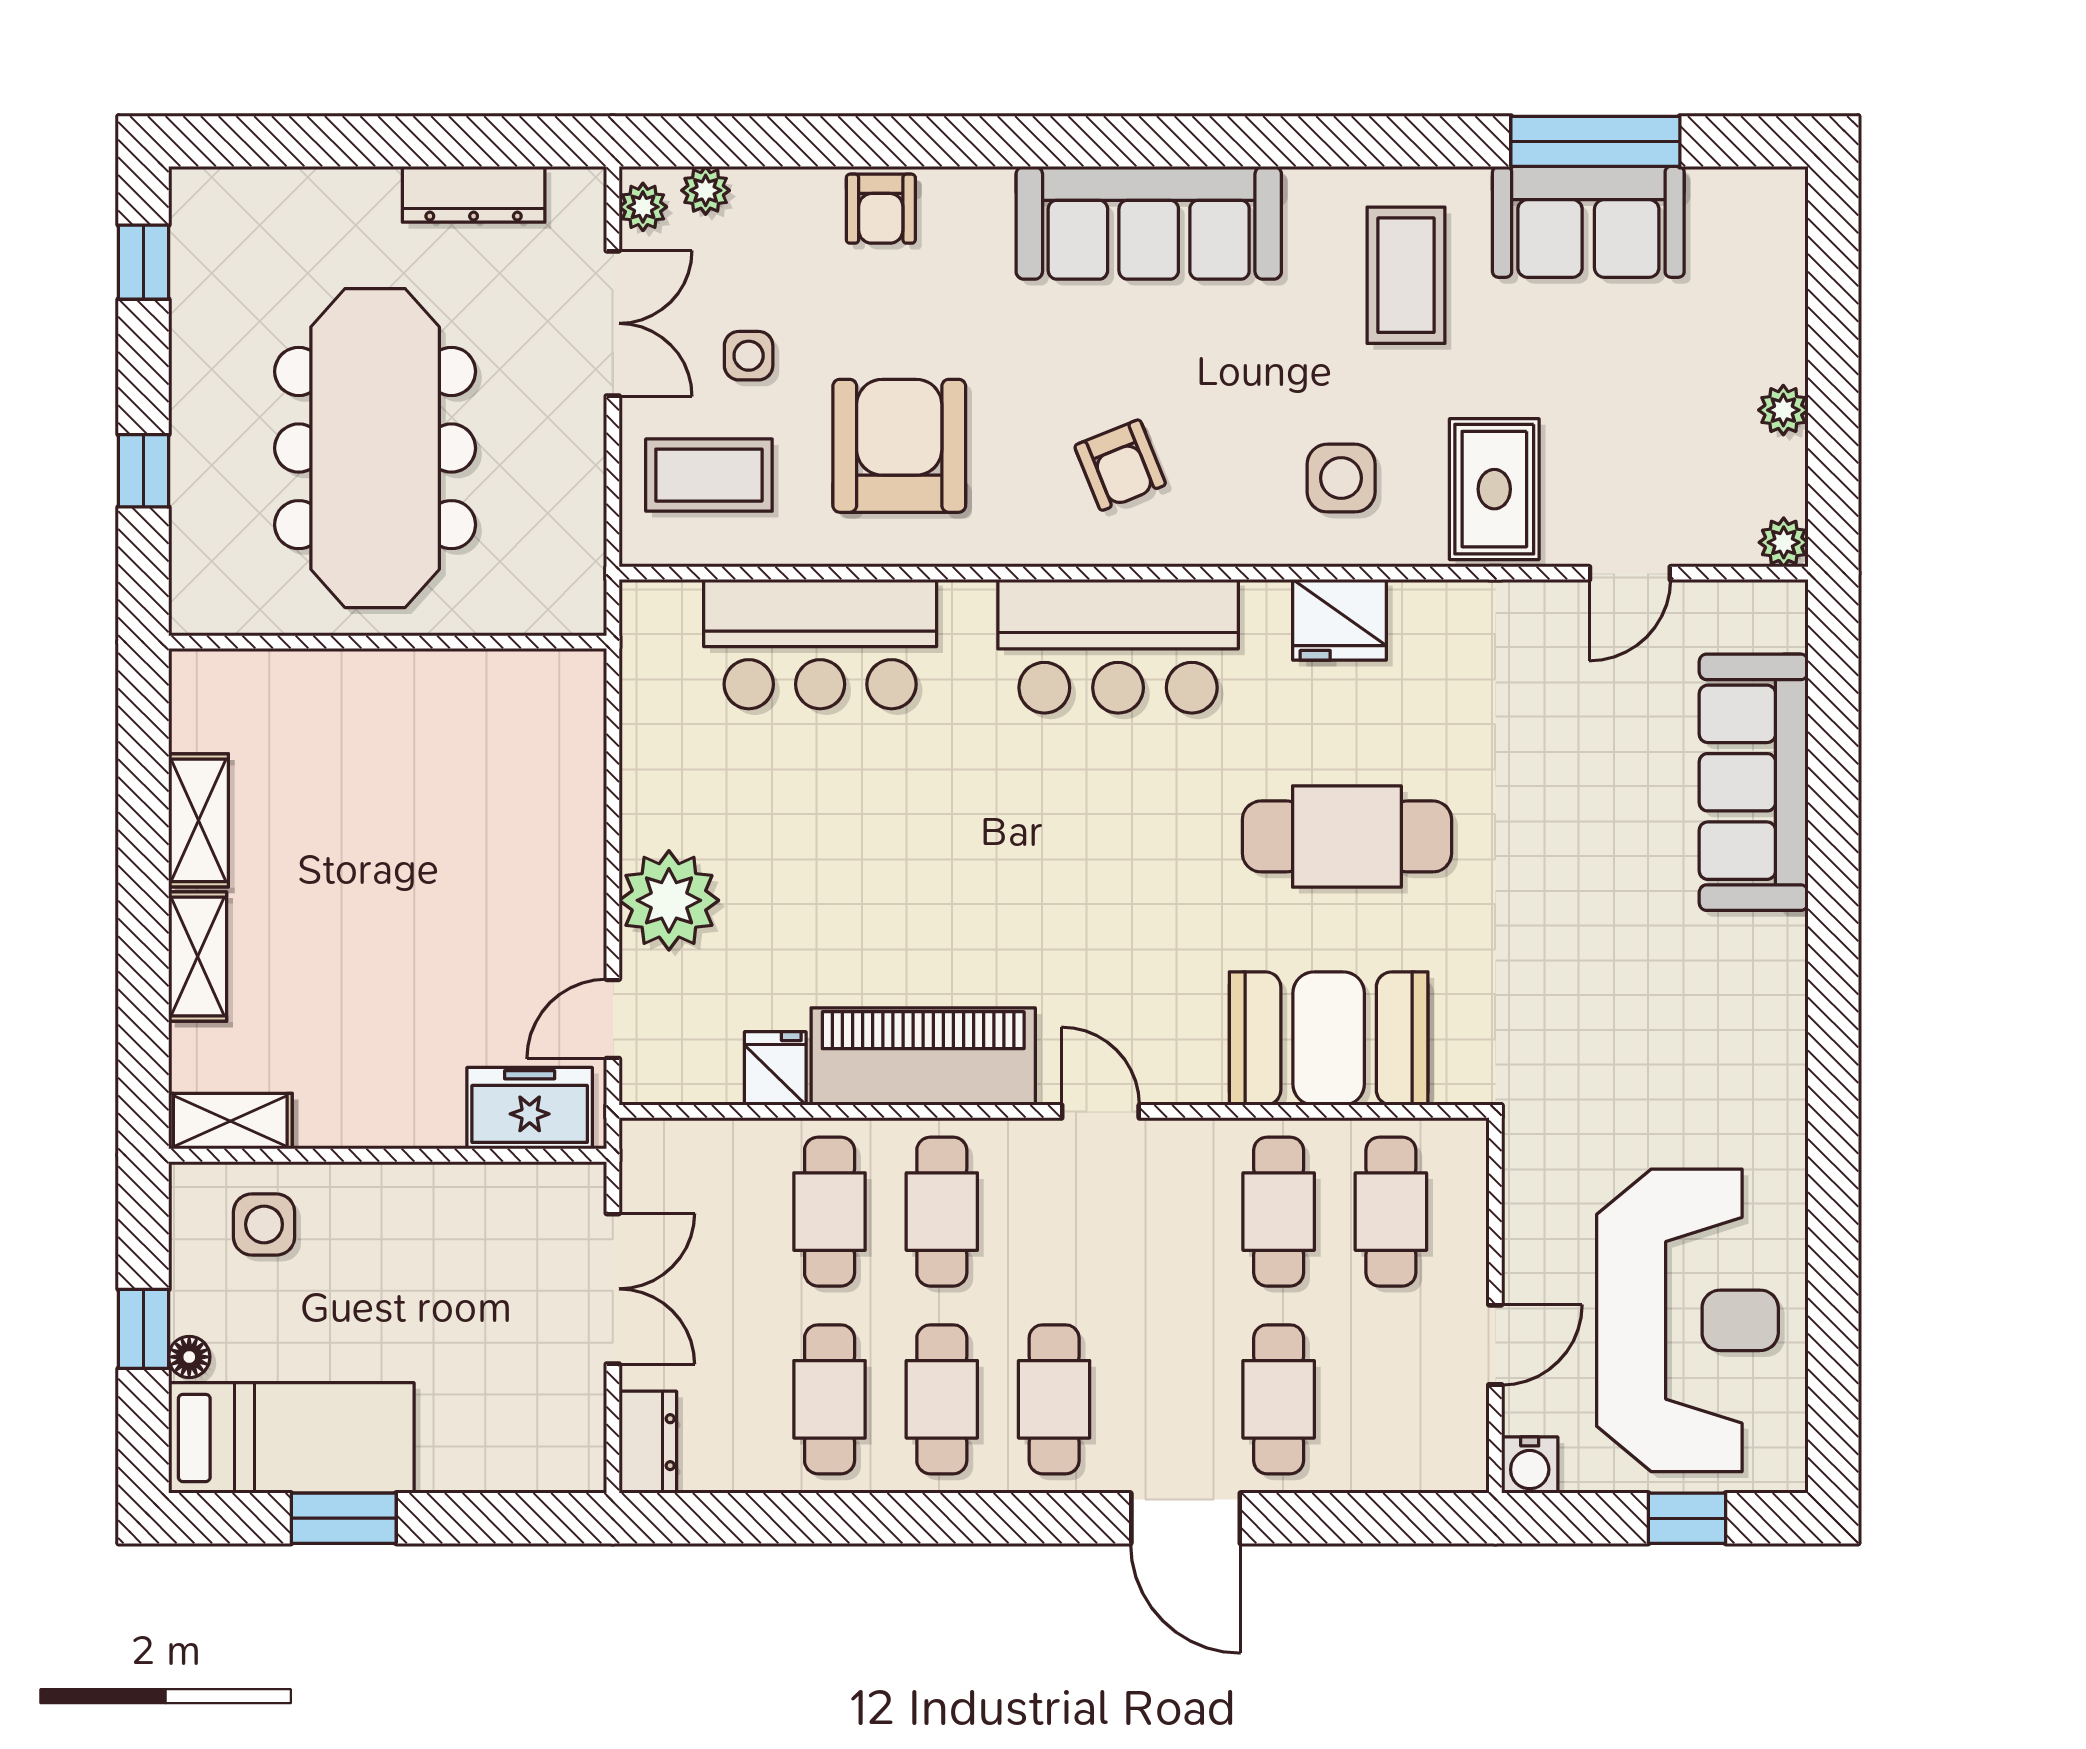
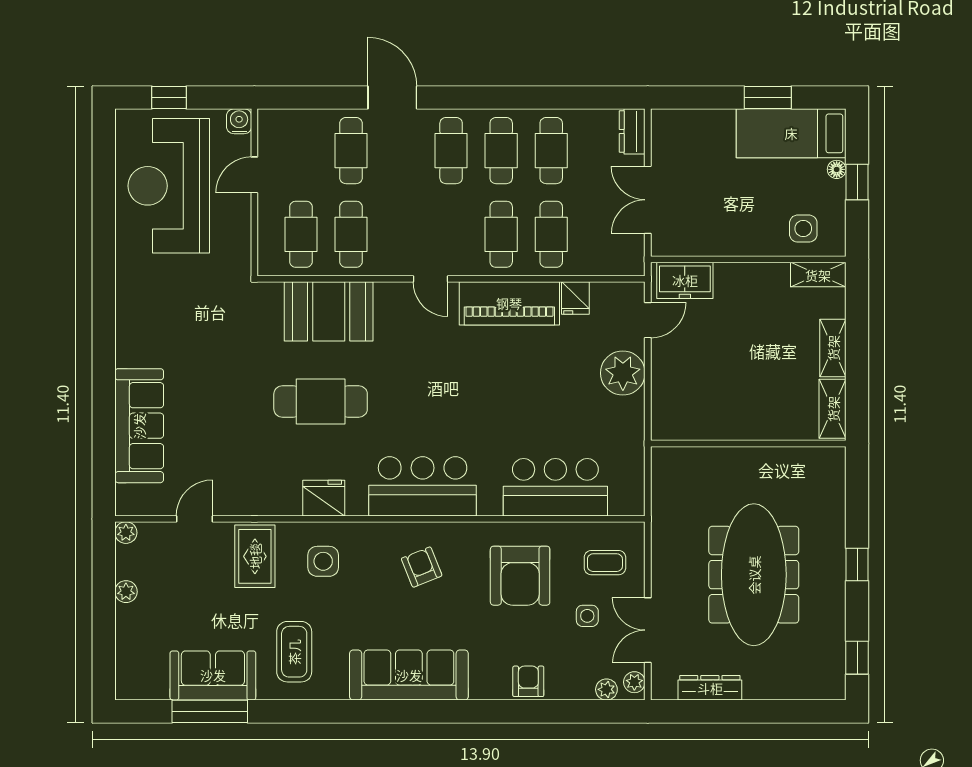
coffee table: (709, 475) -> (605, 563), width x0.73, depth x0.77
wall: (388, 642) -> (748, 444), moved

